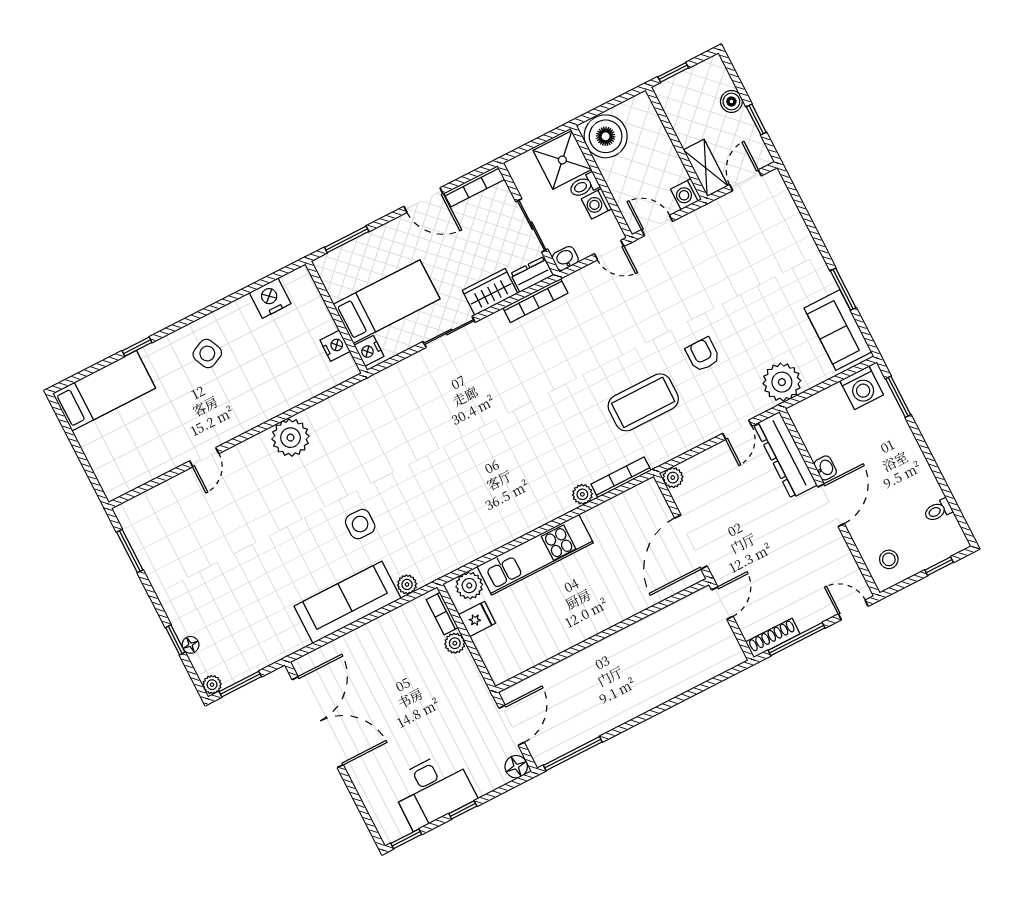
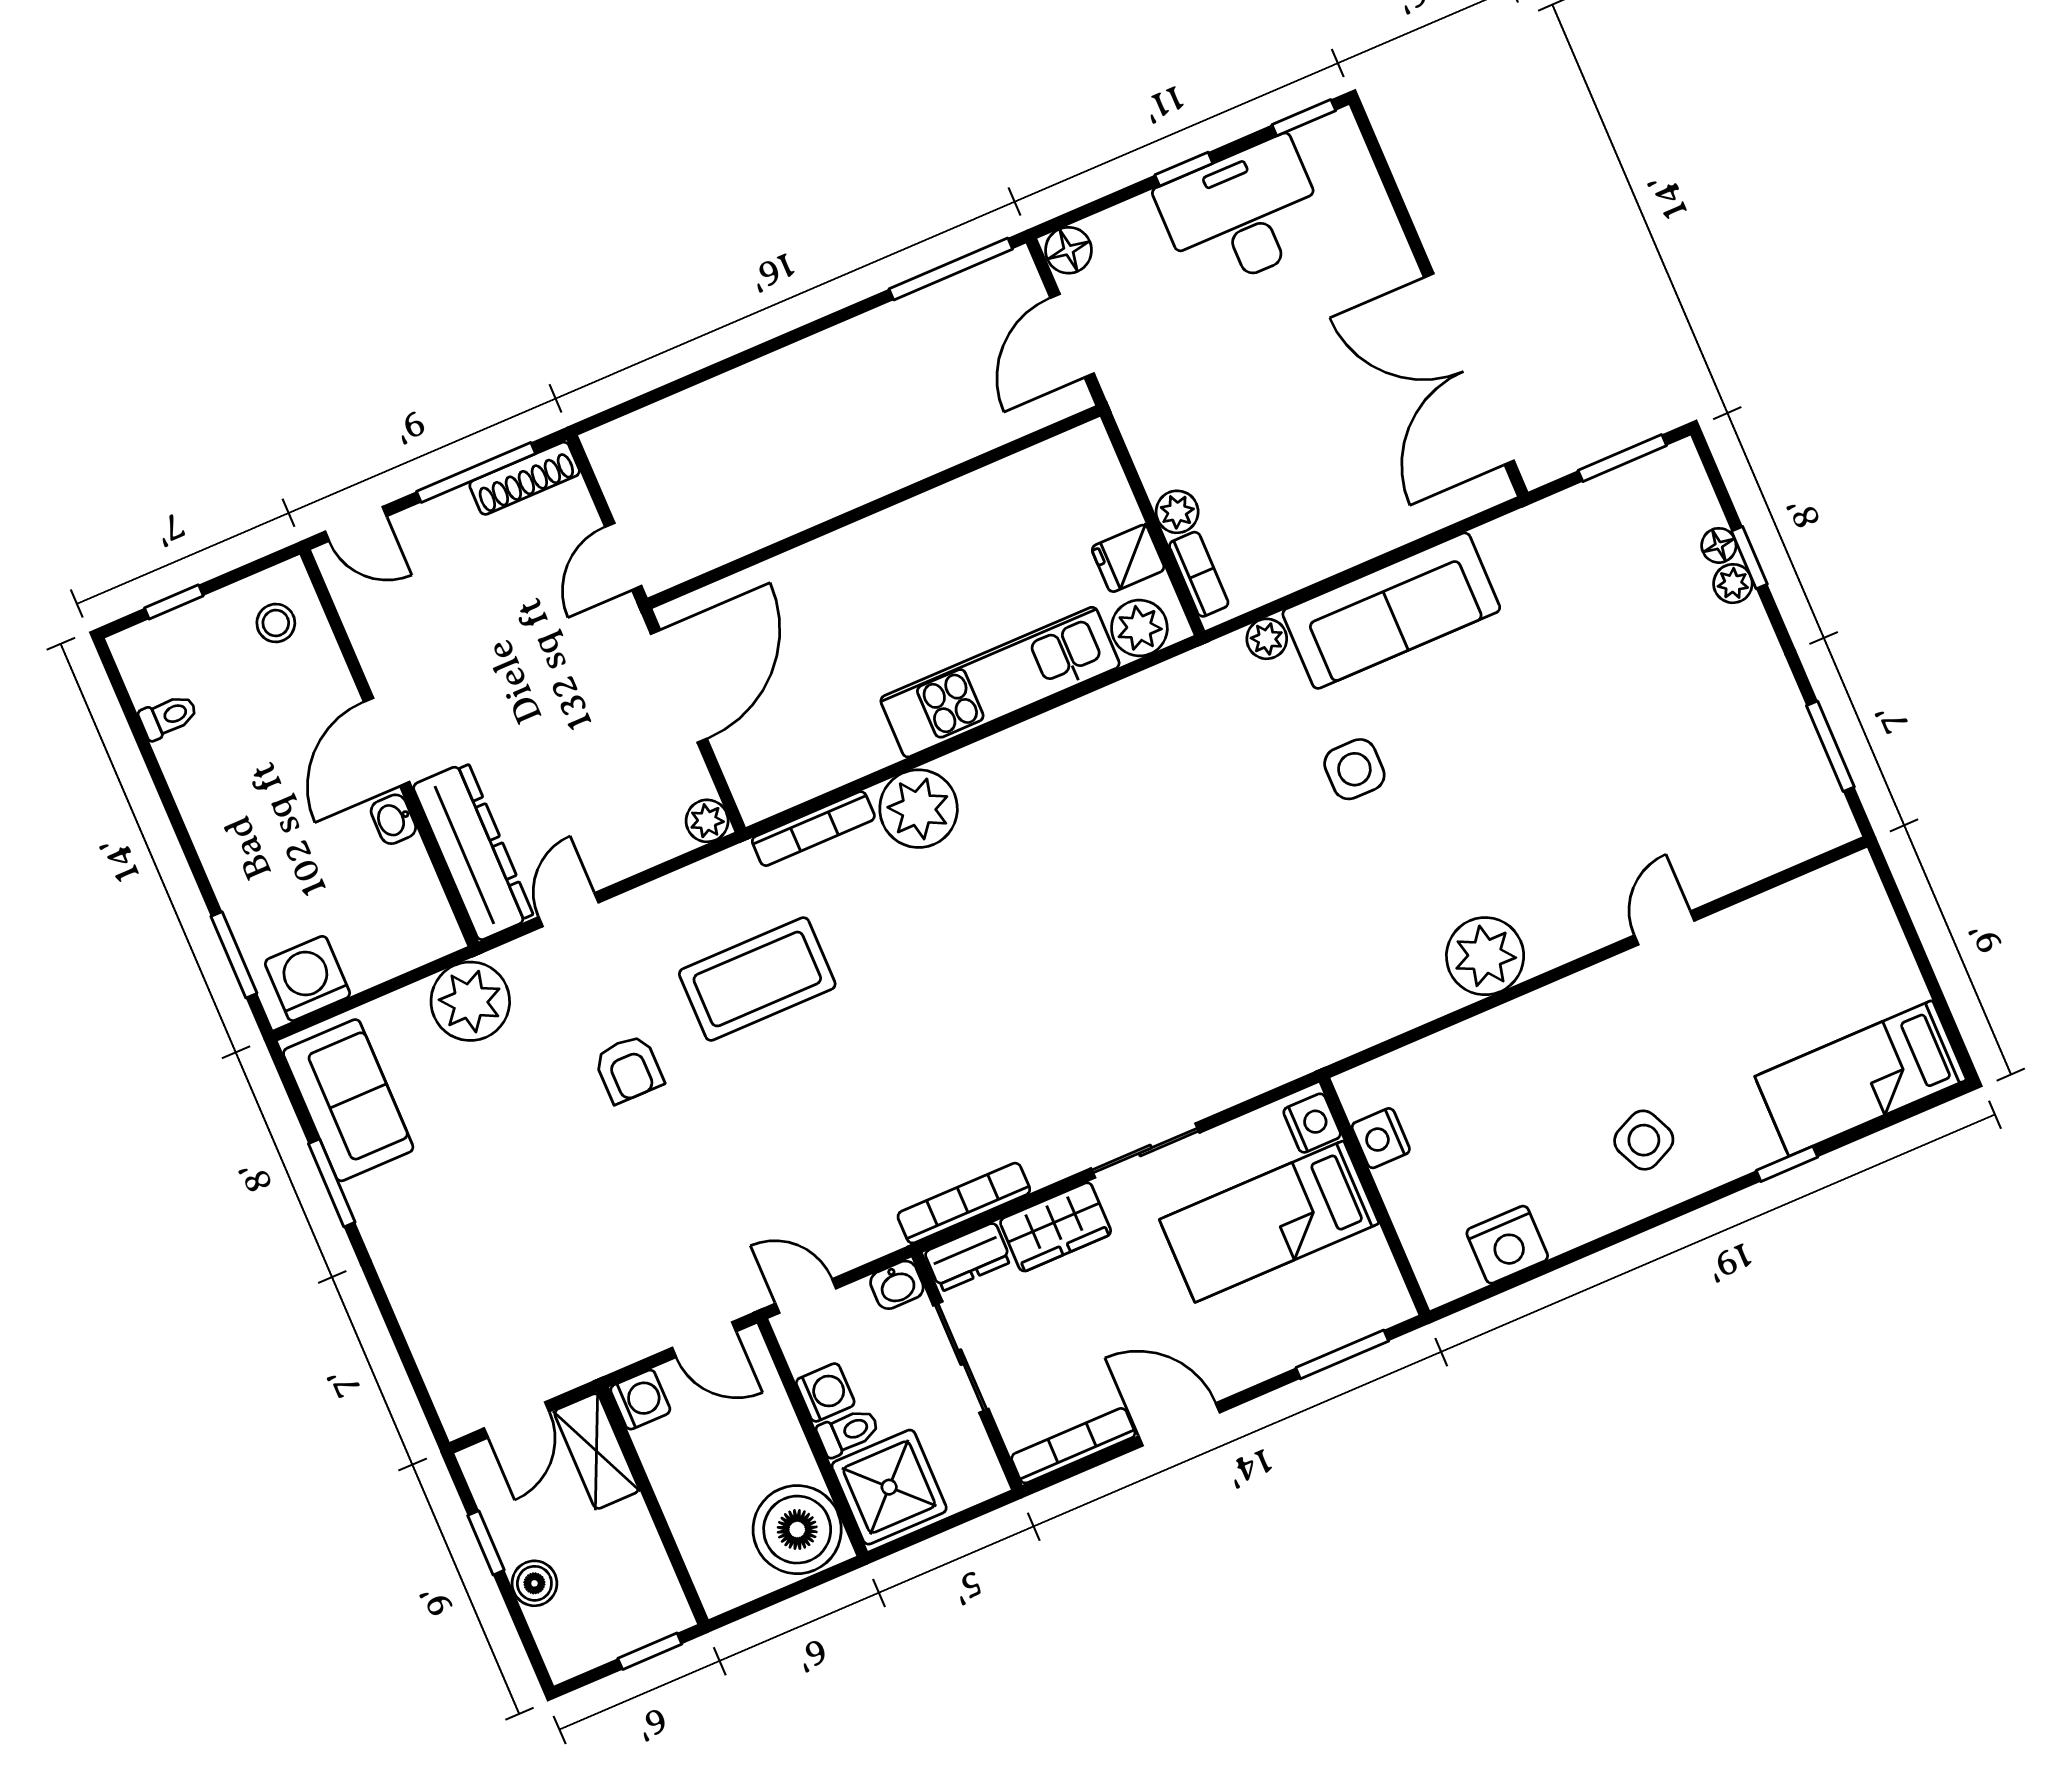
plant: (582, 494) -> (919, 809), width x1.87, depth x1.87
plant: (212, 685) -> (1733, 584), moved

